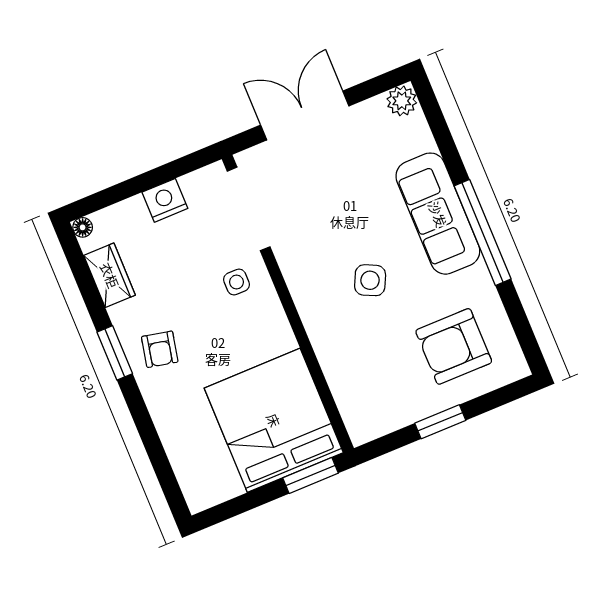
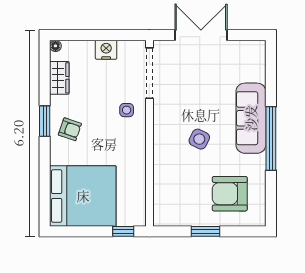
plant: (402, 101) -> (257, 49), removed
armchair: (160, 349) -> (70, 129), turned -83
bed: (274, 420) -> (83, 196), moved, turned 90
window: (311, 475) -> (123, 231), width x0.67

